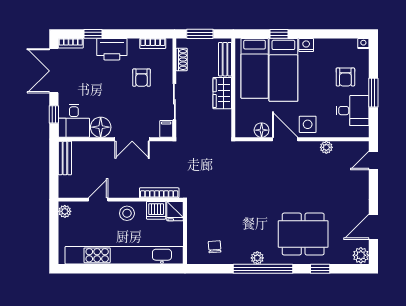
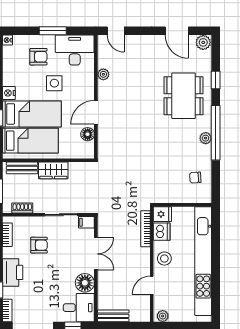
desk: (353, 111) -> (75, 50), width x1.37
side table: (308, 124) -> (54, 83), moved
door: (98, 200) -> (152, 285), hinge flipped

